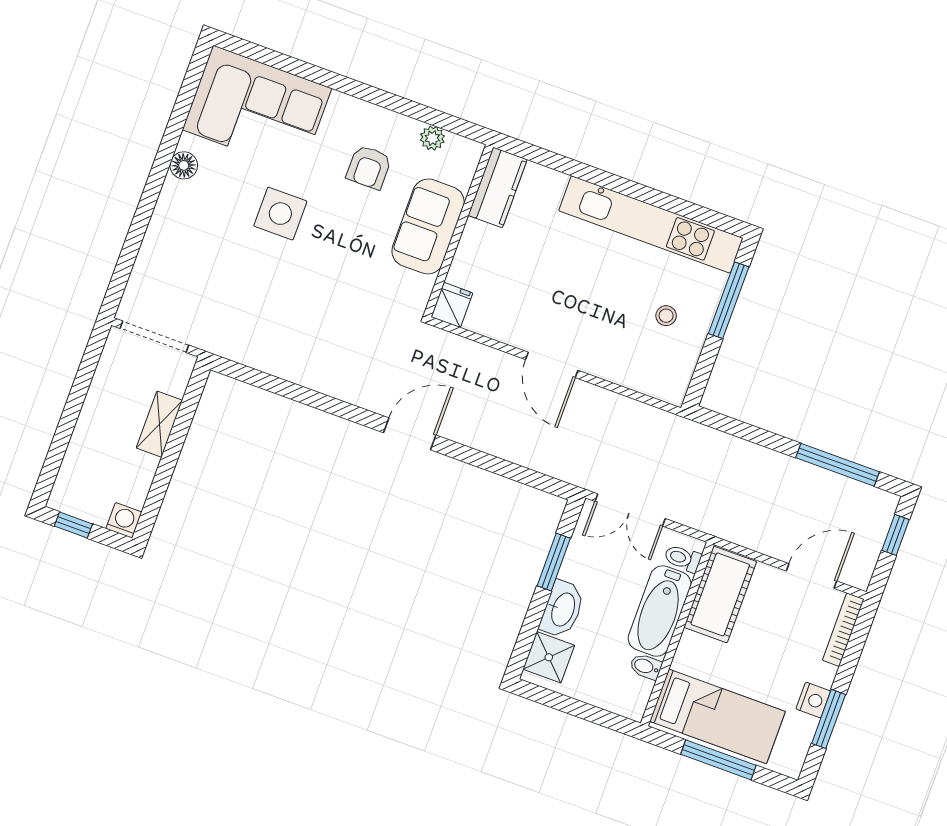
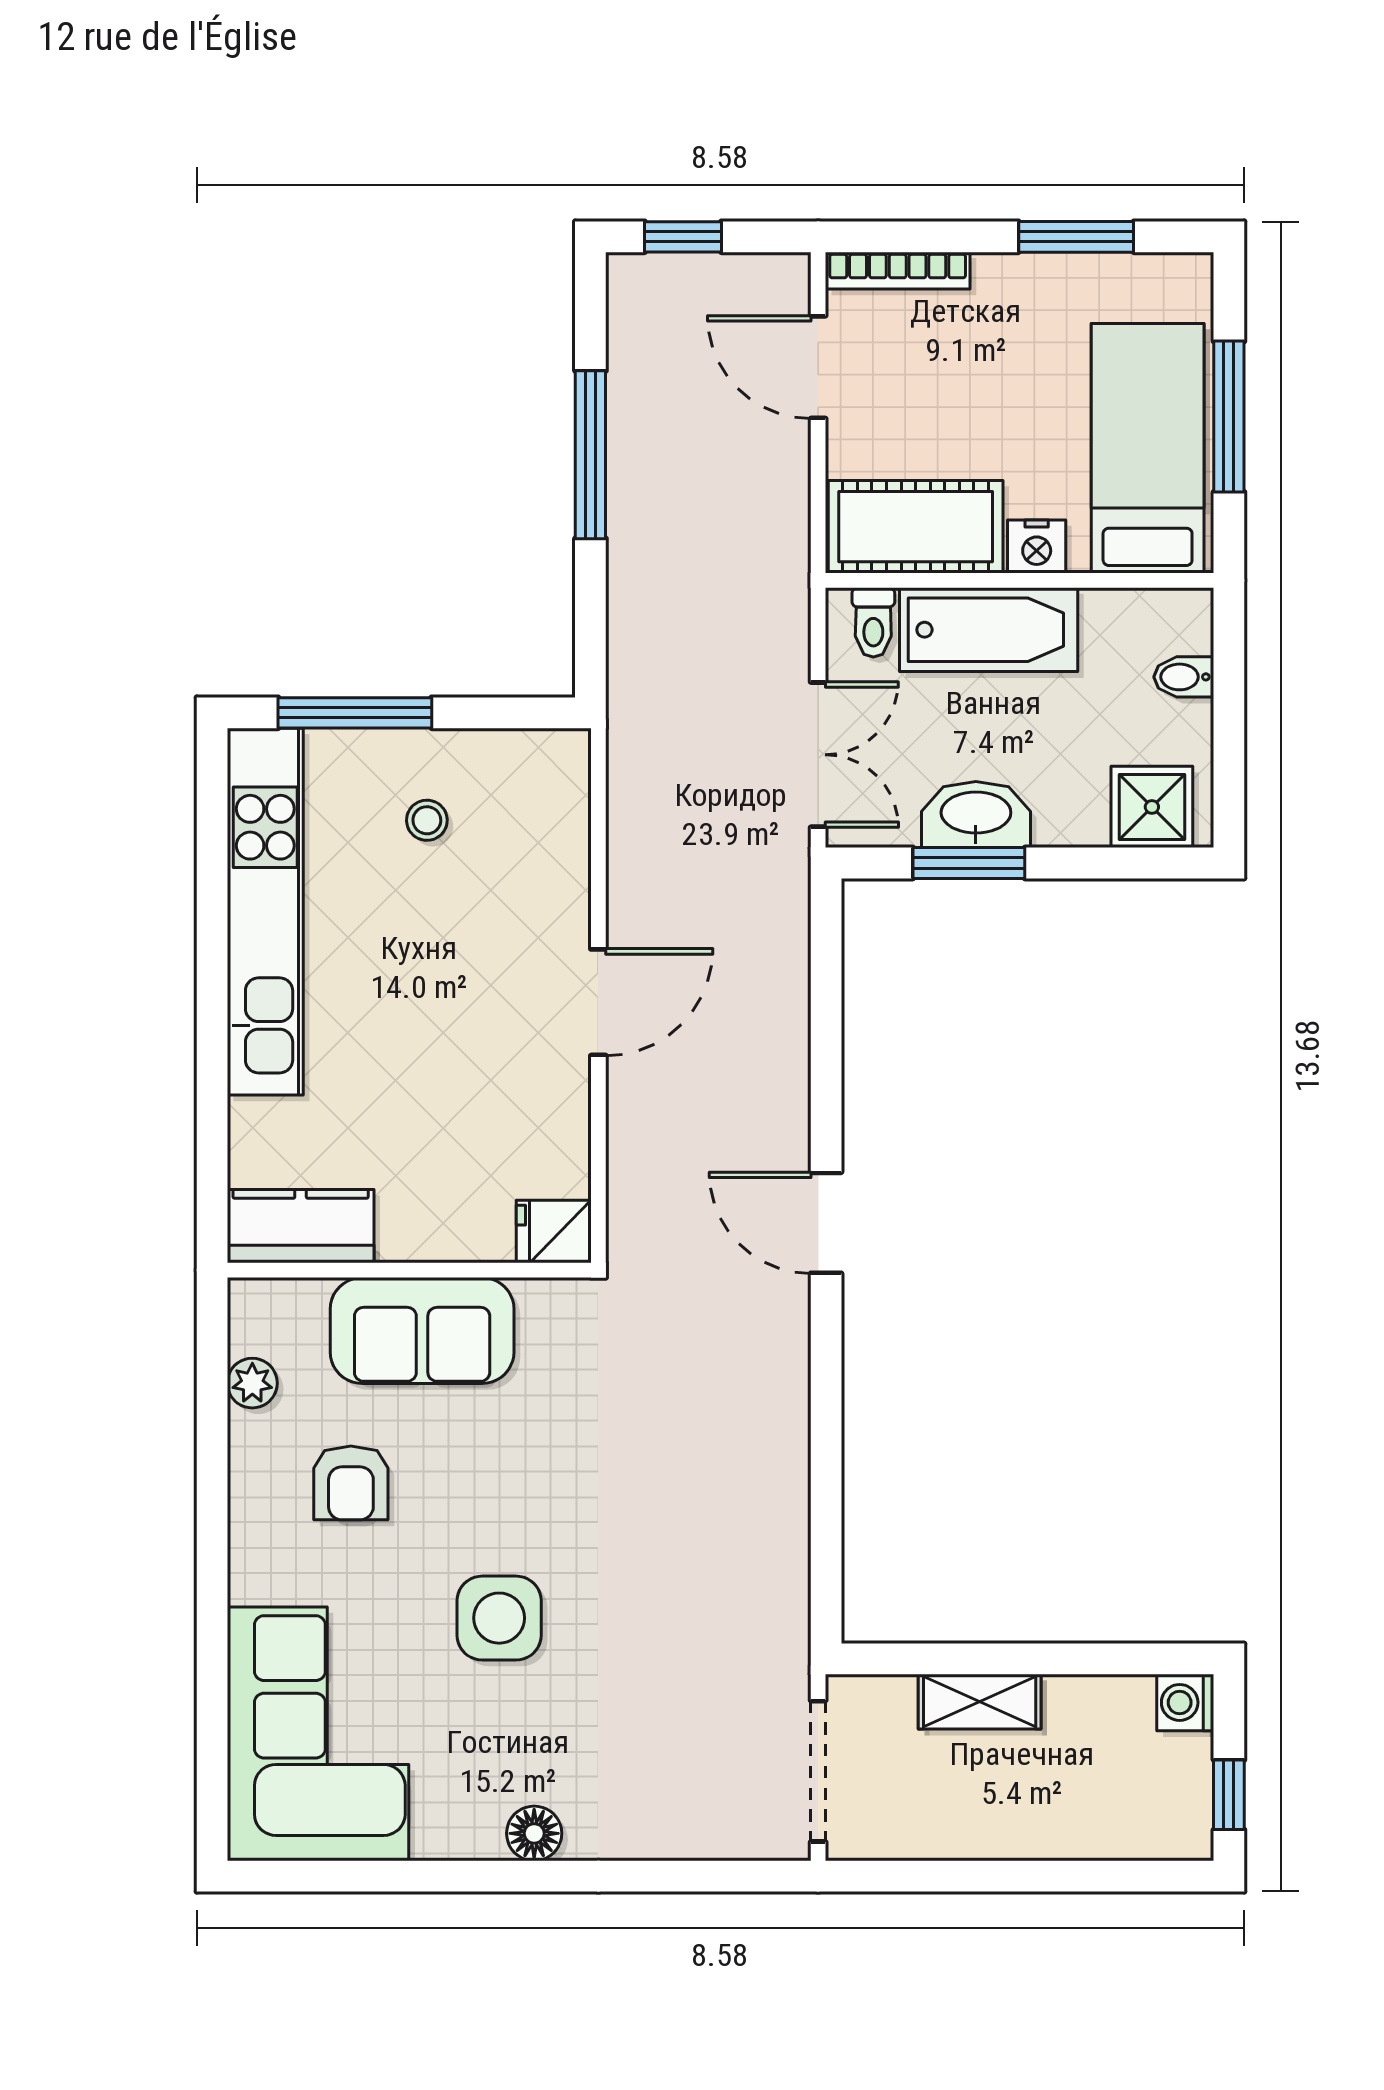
floor lamp: (184, 165) -> (534, 1833), moved
armchair: (369, 167) -> (351, 1483), turned 90
window: (838, 465) -> (590, 455), moved
washbasin: (562, 609) -> (976, 815), moved
bidet: (646, 667) -> (1184, 677), moved, turned 90
nightstand: (813, 700) -> (1037, 546), moved, turned 180

